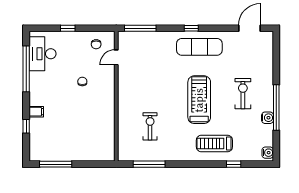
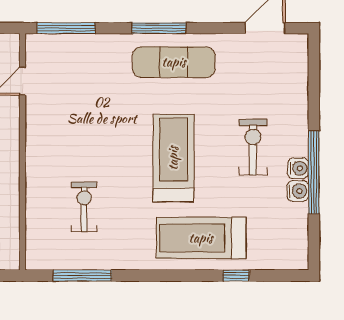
window: (191, 28) -> (159, 28), width x2.17
treadmill: (214, 143) -> (201, 238), width x1.37, depth x1.38
water cooler: (268, 153) -> (298, 168), moved

